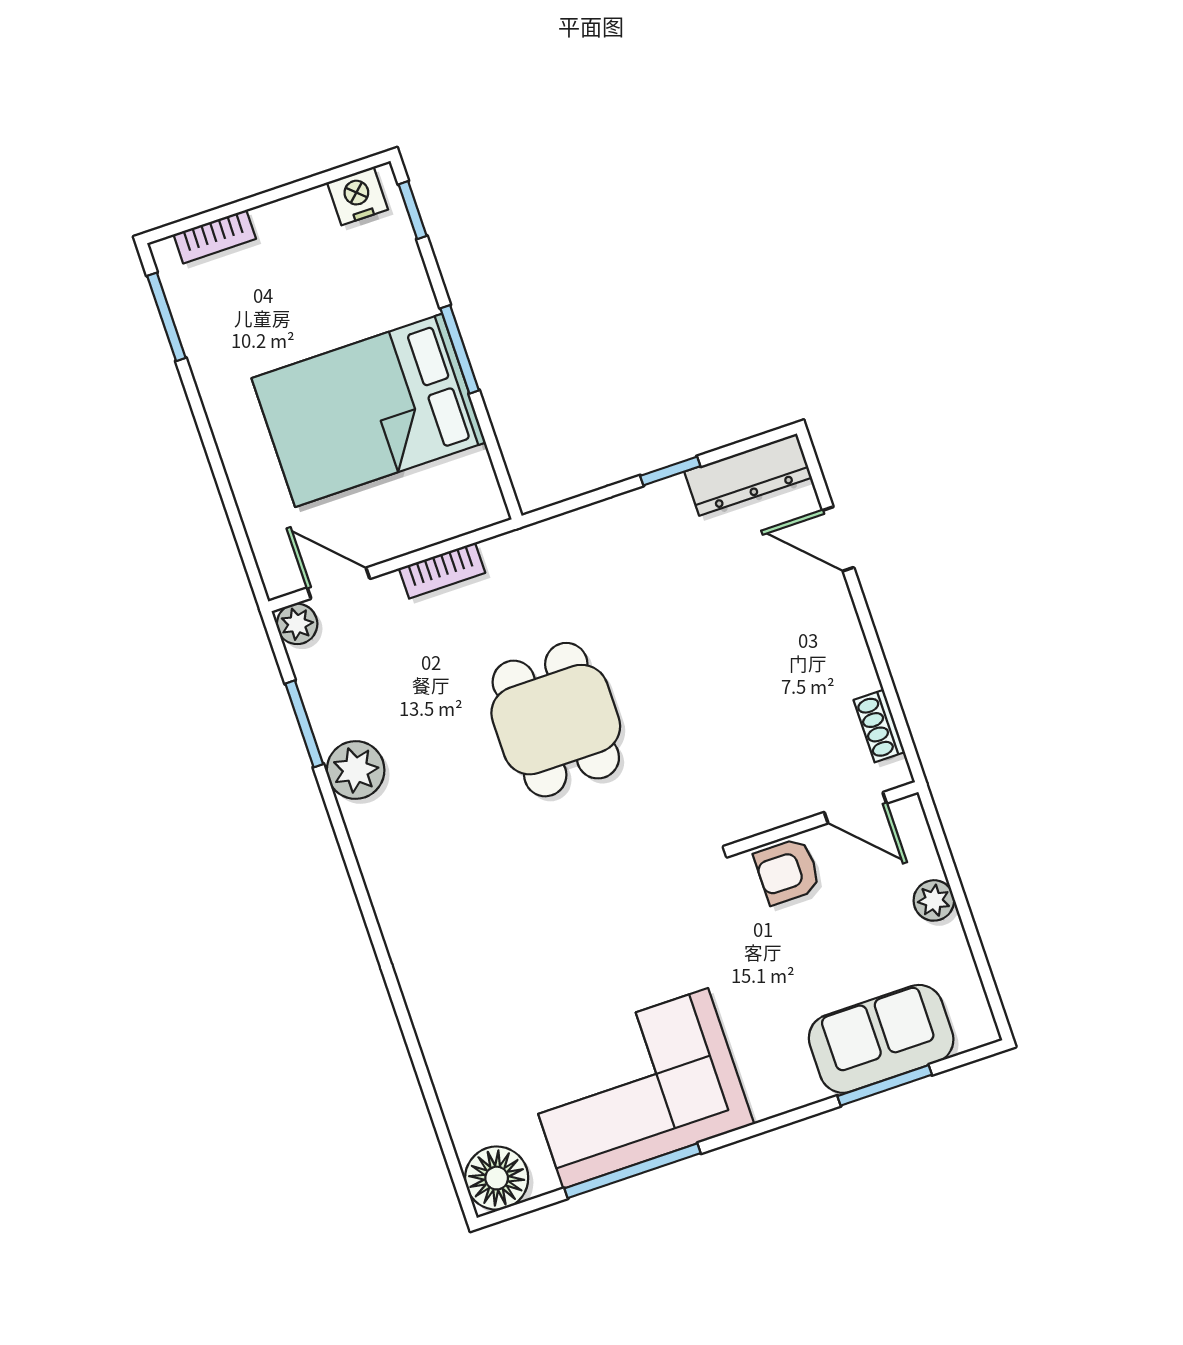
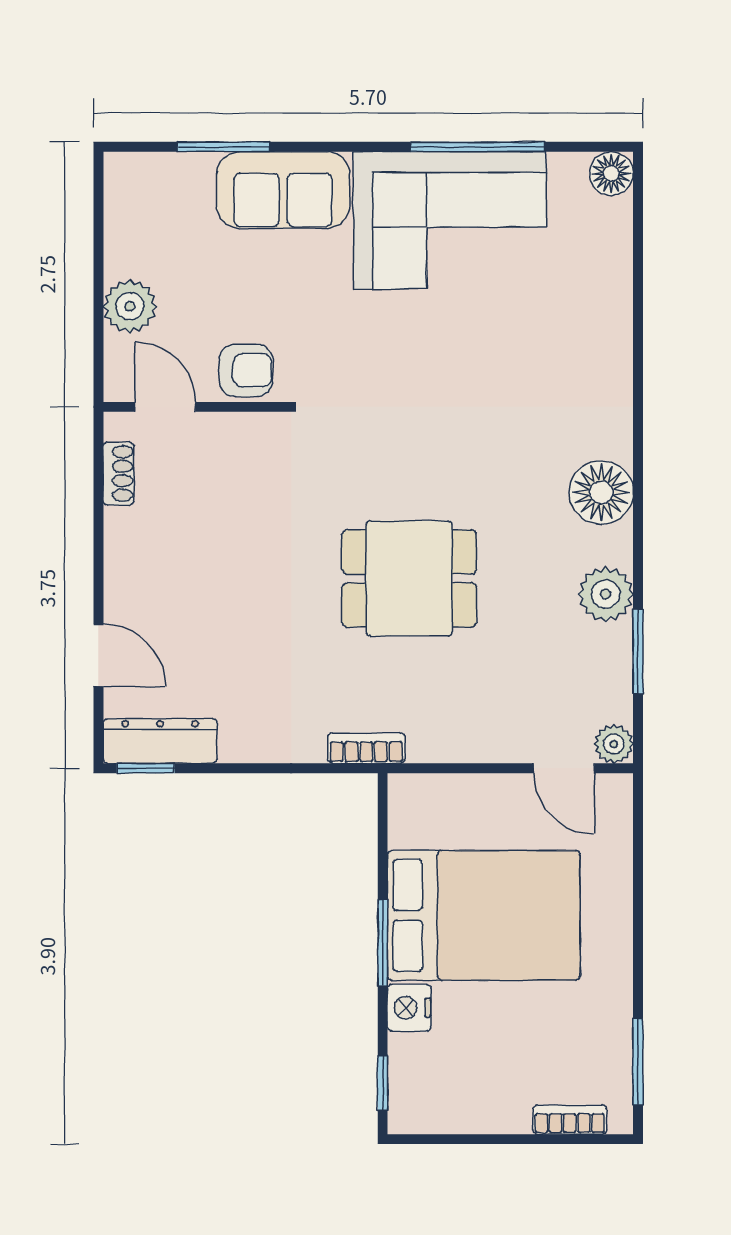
nightstand: (358, 196) -> (409, 1008), moved, turned 90
window: (670, 471) -> (146, 768), moved
bookcase: (442, 571) -> (366, 748), moved
dining table: (556, 720) -> (409, 578), turned 90
floor lamp: (394, 869) -> (601, 493), added
plant: (934, 900) -> (130, 306), width x1.38, depth x1.38
sofa: (881, 1039) -> (283, 190), moved
floor lamp: (497, 1178) -> (611, 174), width x0.73, depth x0.73

